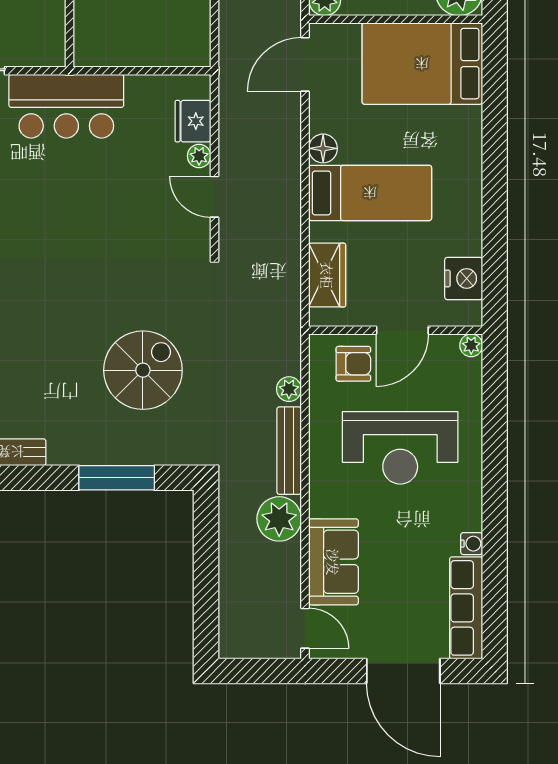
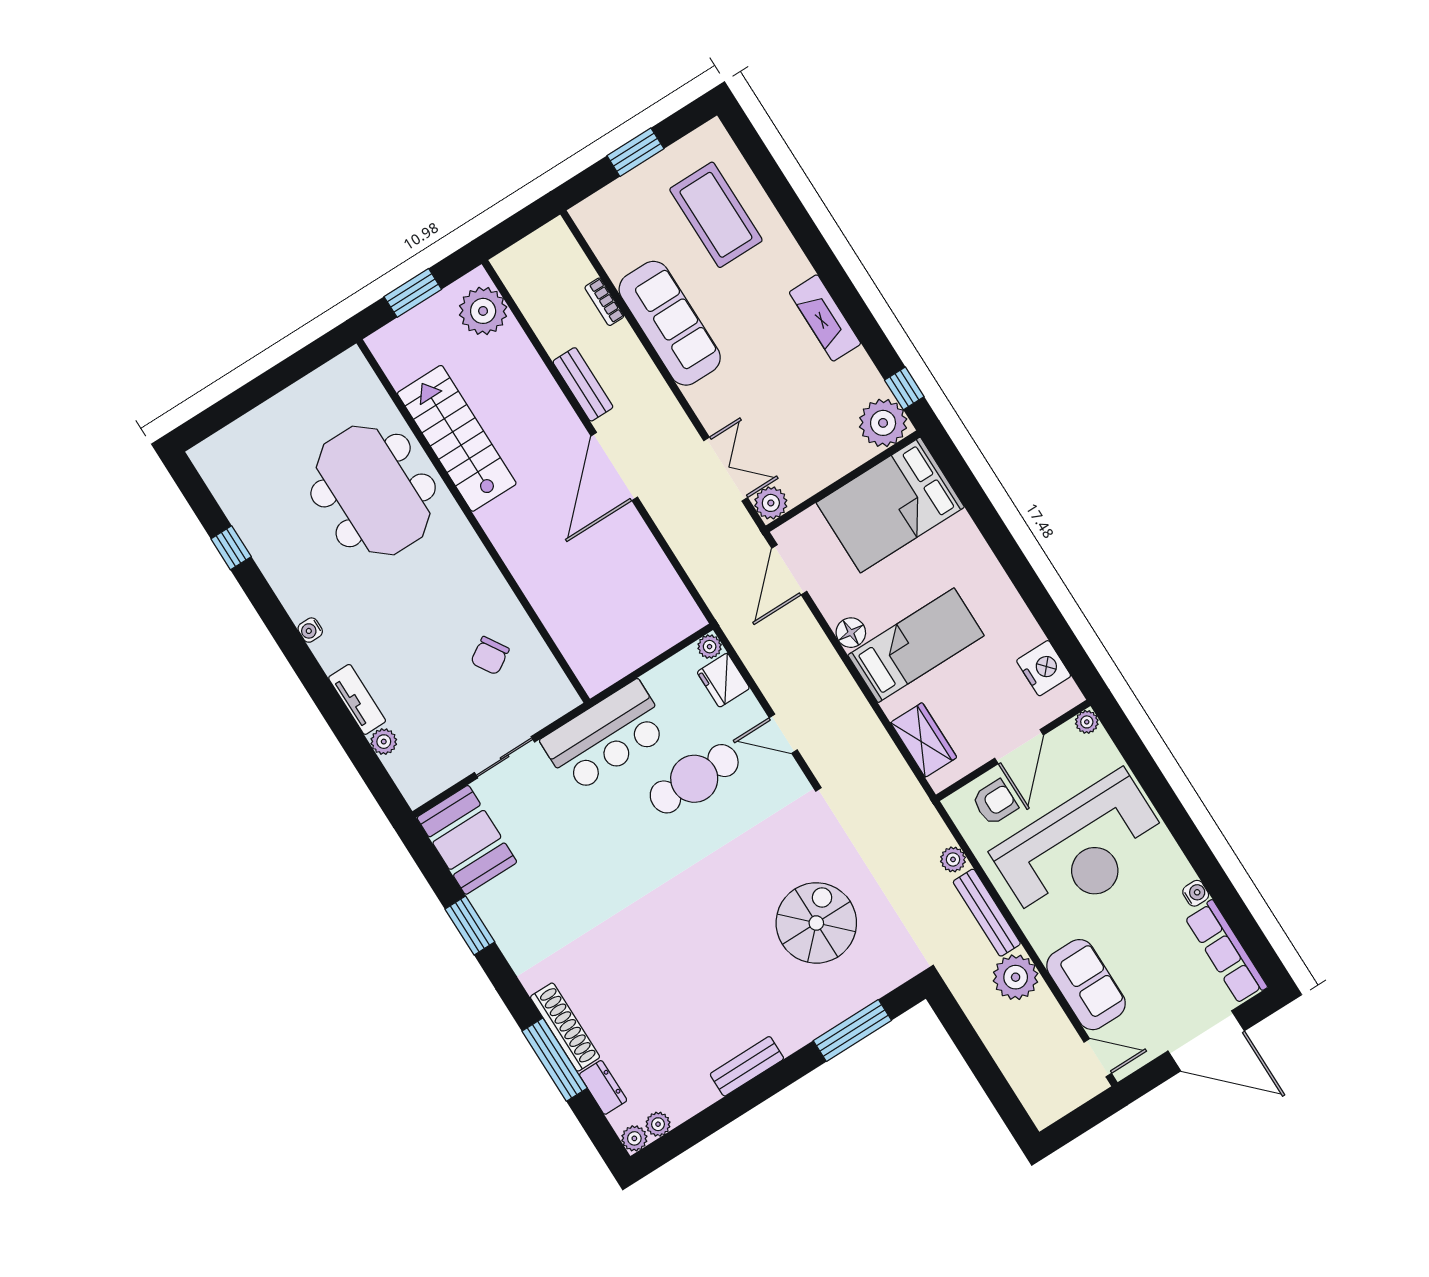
plant: (199, 156) -> (710, 647), moved
cafe table: (117, 187) -> (694, 779), added
reception desk: (400, 448) -> (1081, 849), width x1.36, depth x1.30

